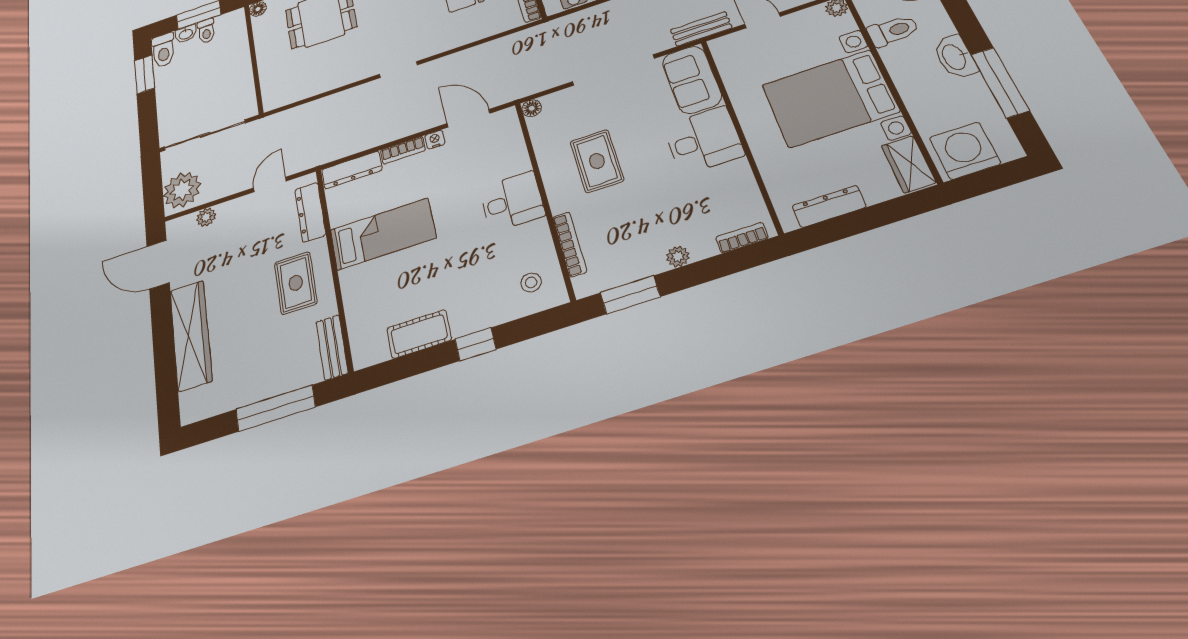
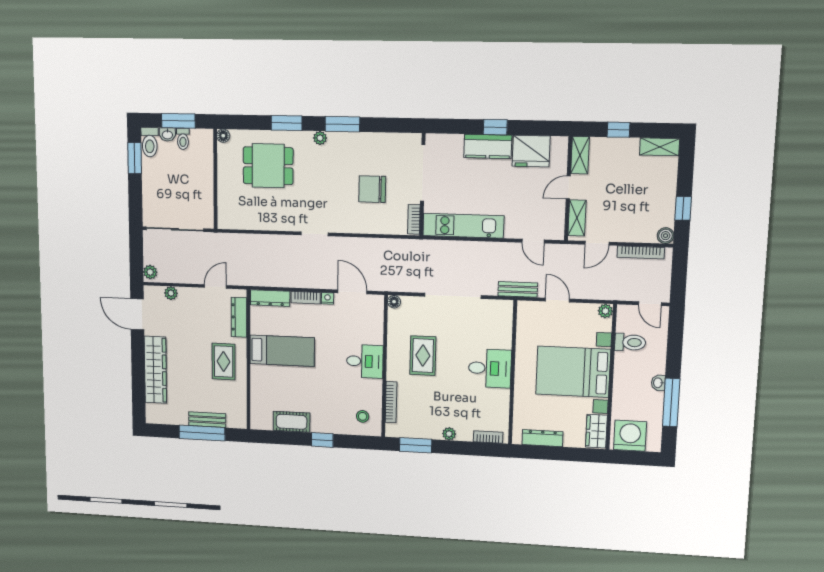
washbasin: (955, 57) -> (658, 383), width x0.52, depth x0.69
sofa: (692, 80) -> (498, 324), removed
plant: (182, 190) -> (150, 272), width x0.53, depth x0.53
bench: (332, 347) -> (207, 420), moved, turned 90

